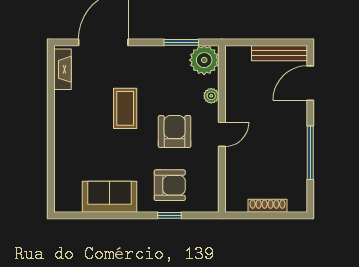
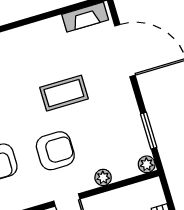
plant: (204, 60) -> (147, 164), width x0.53, depth x0.53

